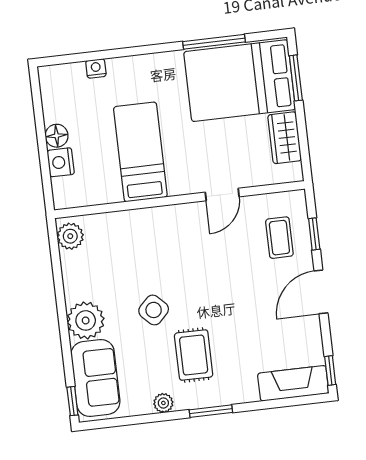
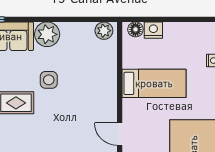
floor lamp: (57, 136) -> (135, 29), moved
side table: (154, 310) -> (49, 80), turned 45

